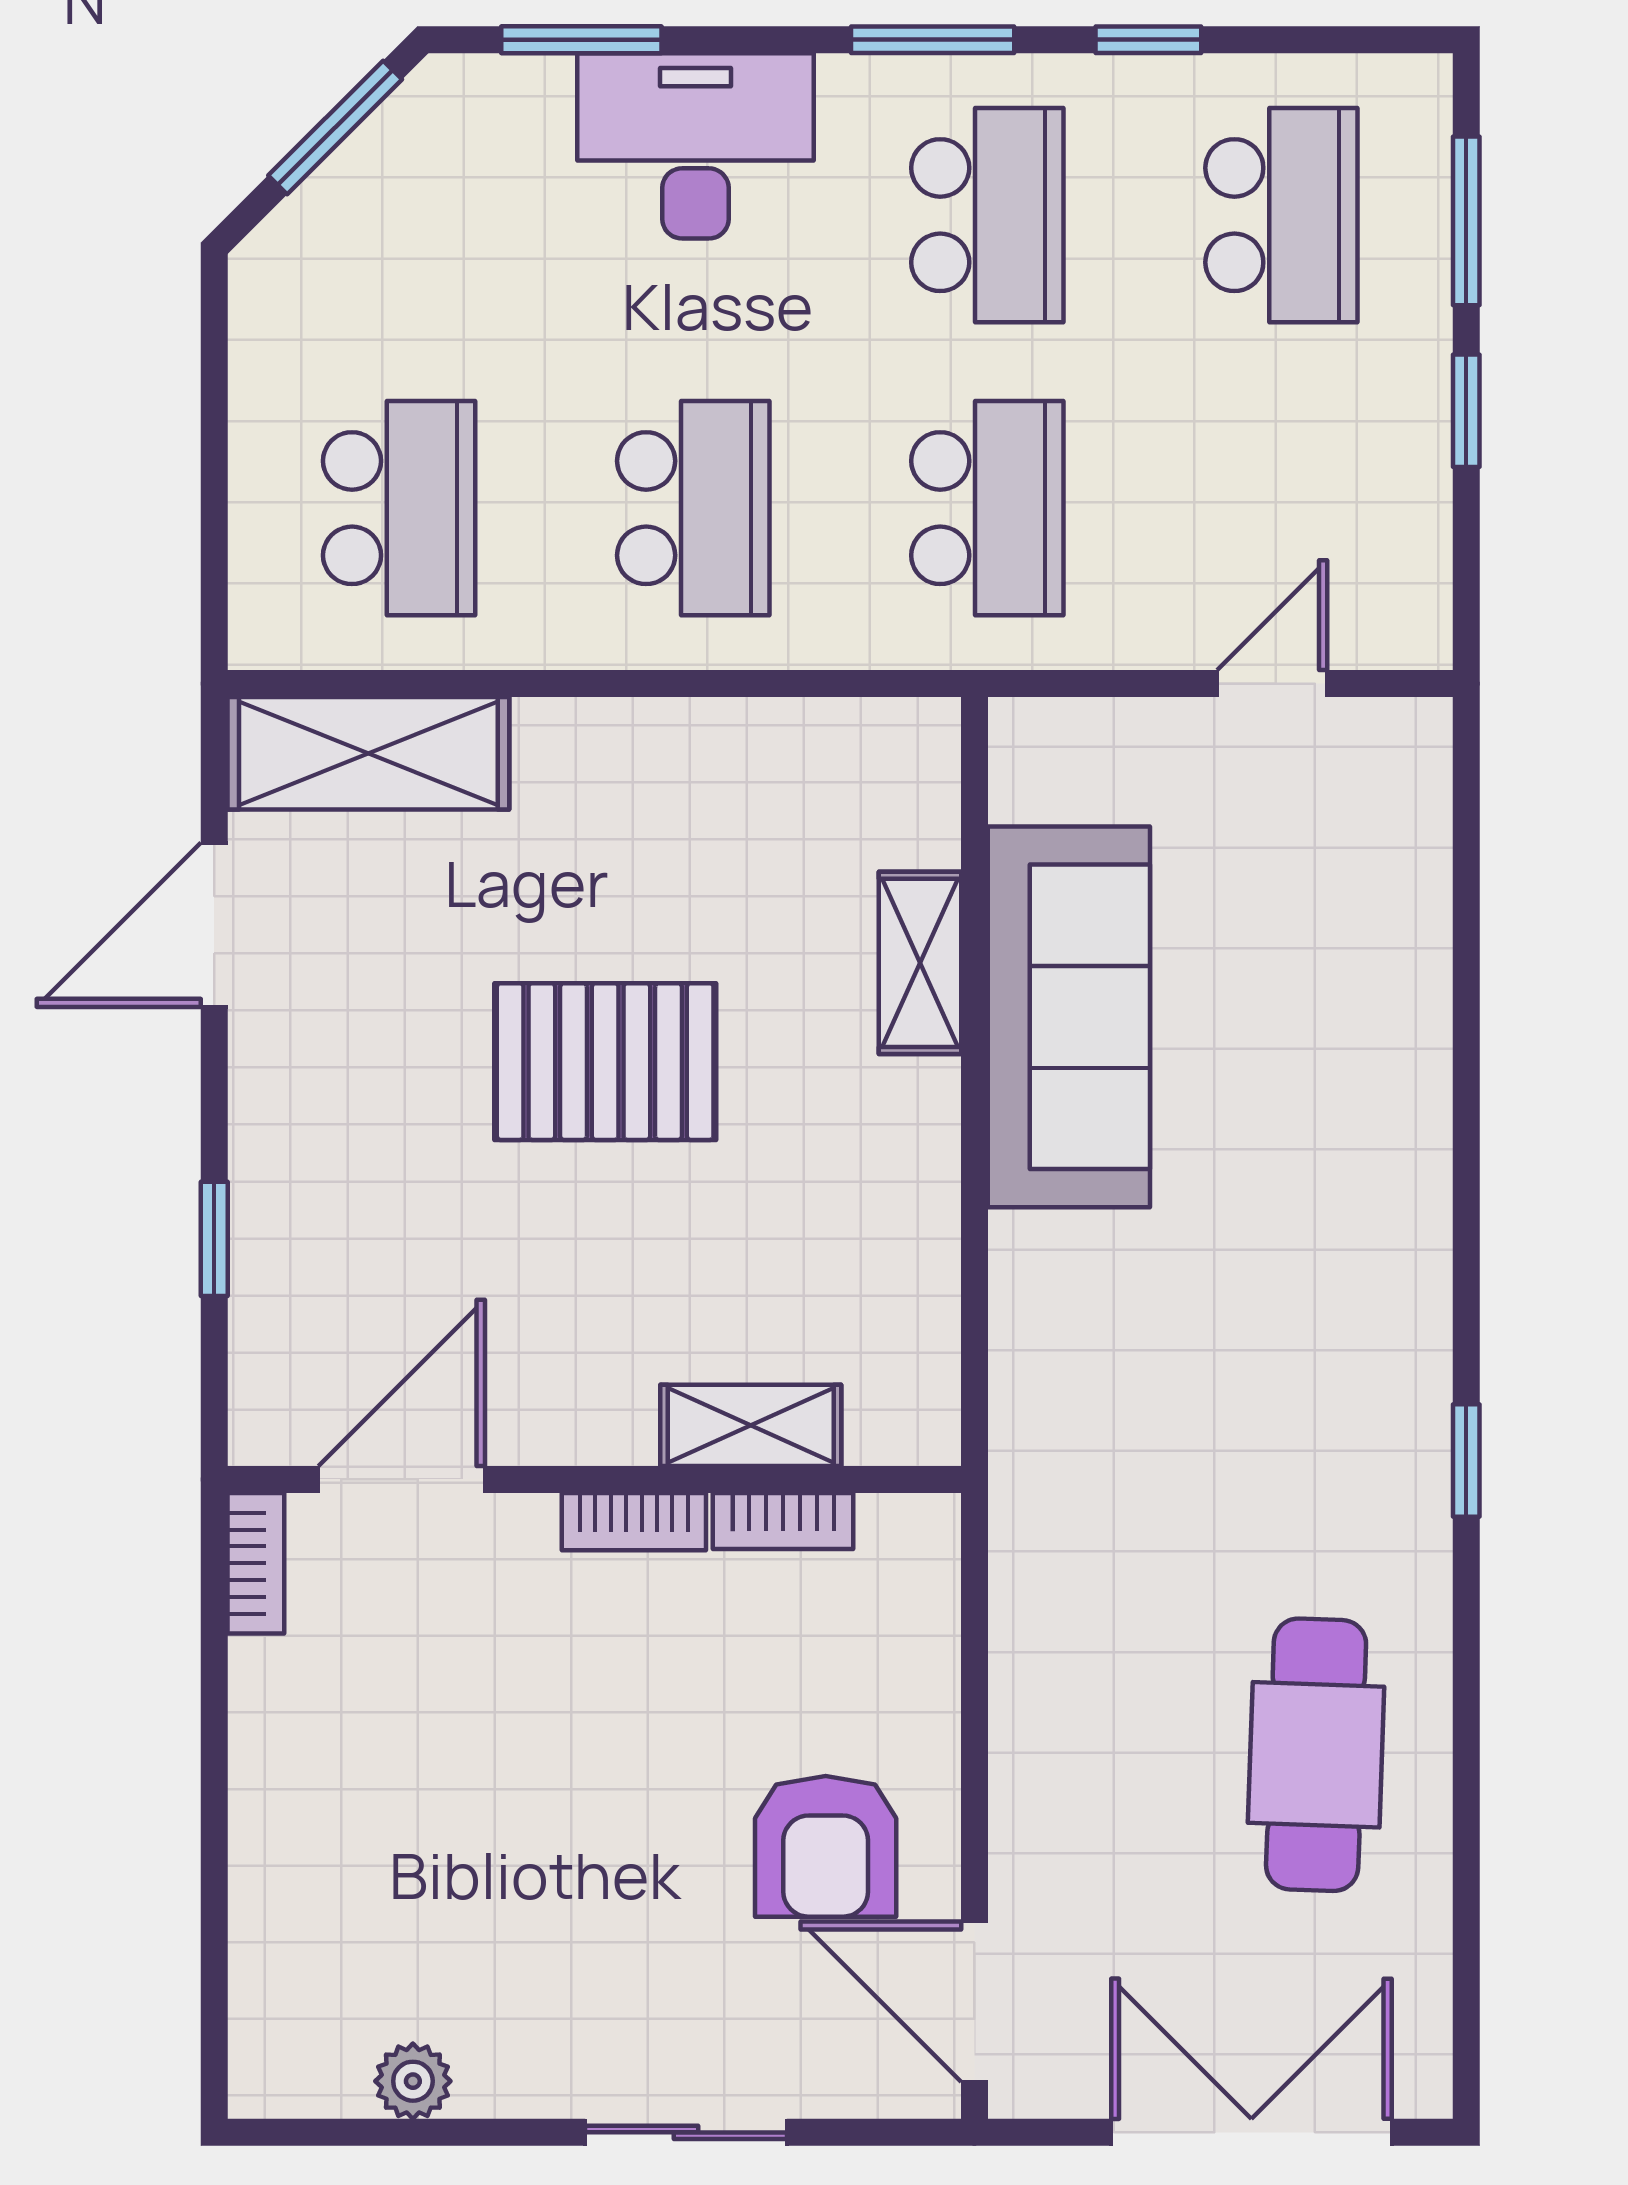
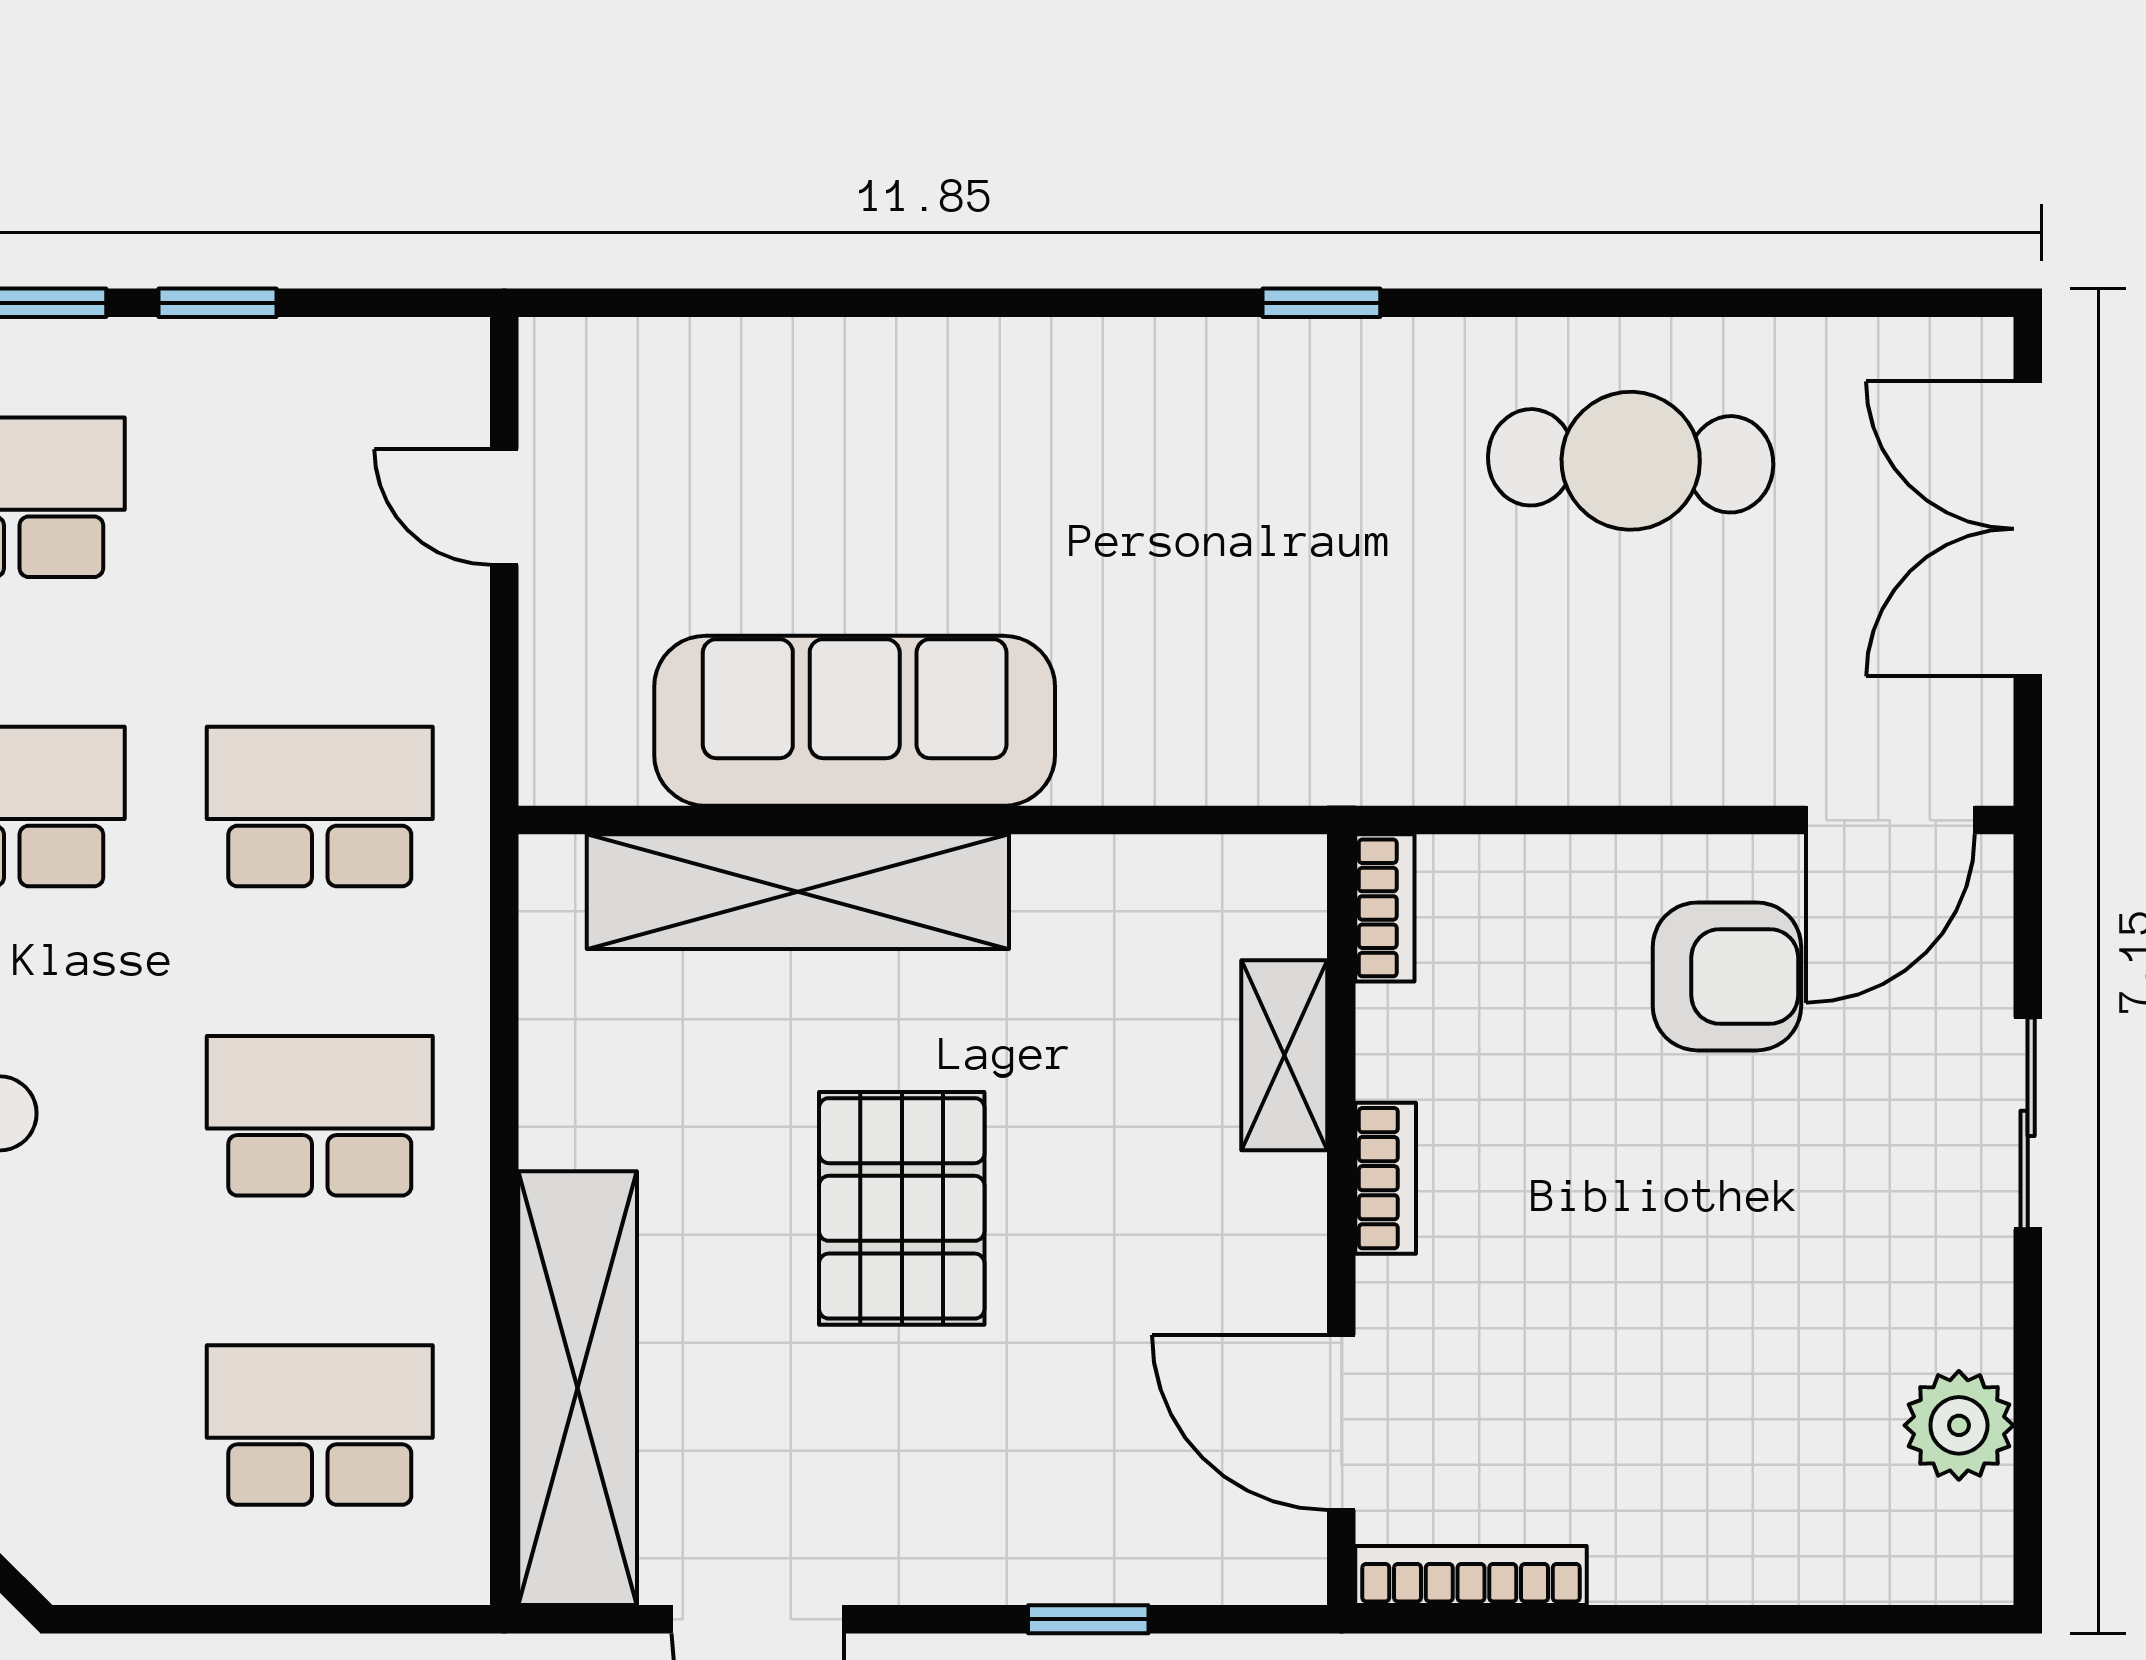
shelving: (368, 753) -> (578, 1388), width x1.47
shelving: (920, 963) -> (798, 892), width x2.20, depth x1.33
bookcase: (783, 1521) -> (1385, 908), moved
bookcase: (256, 1563) -> (1471, 1576), width x1.56
plant: (413, 2081) -> (1959, 1425), width x1.38, depth x1.38

